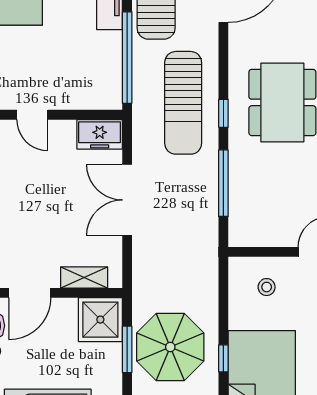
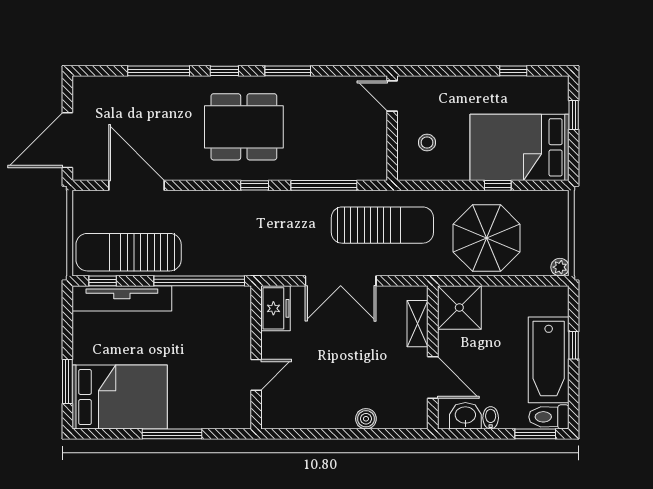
sun lounger: (183, 103) -> (382, 225), moved
window: (127, 349) -> (489, 281), removed

